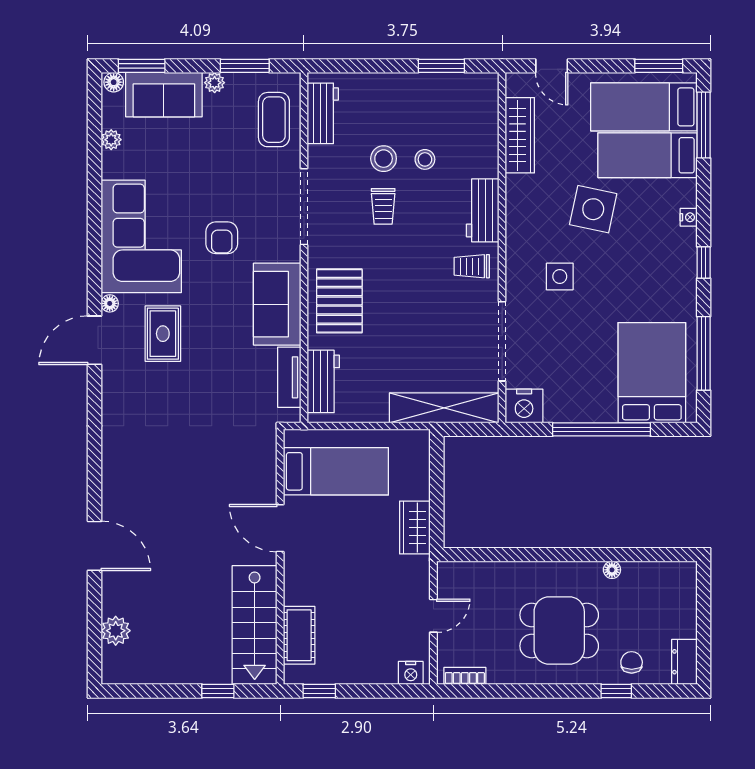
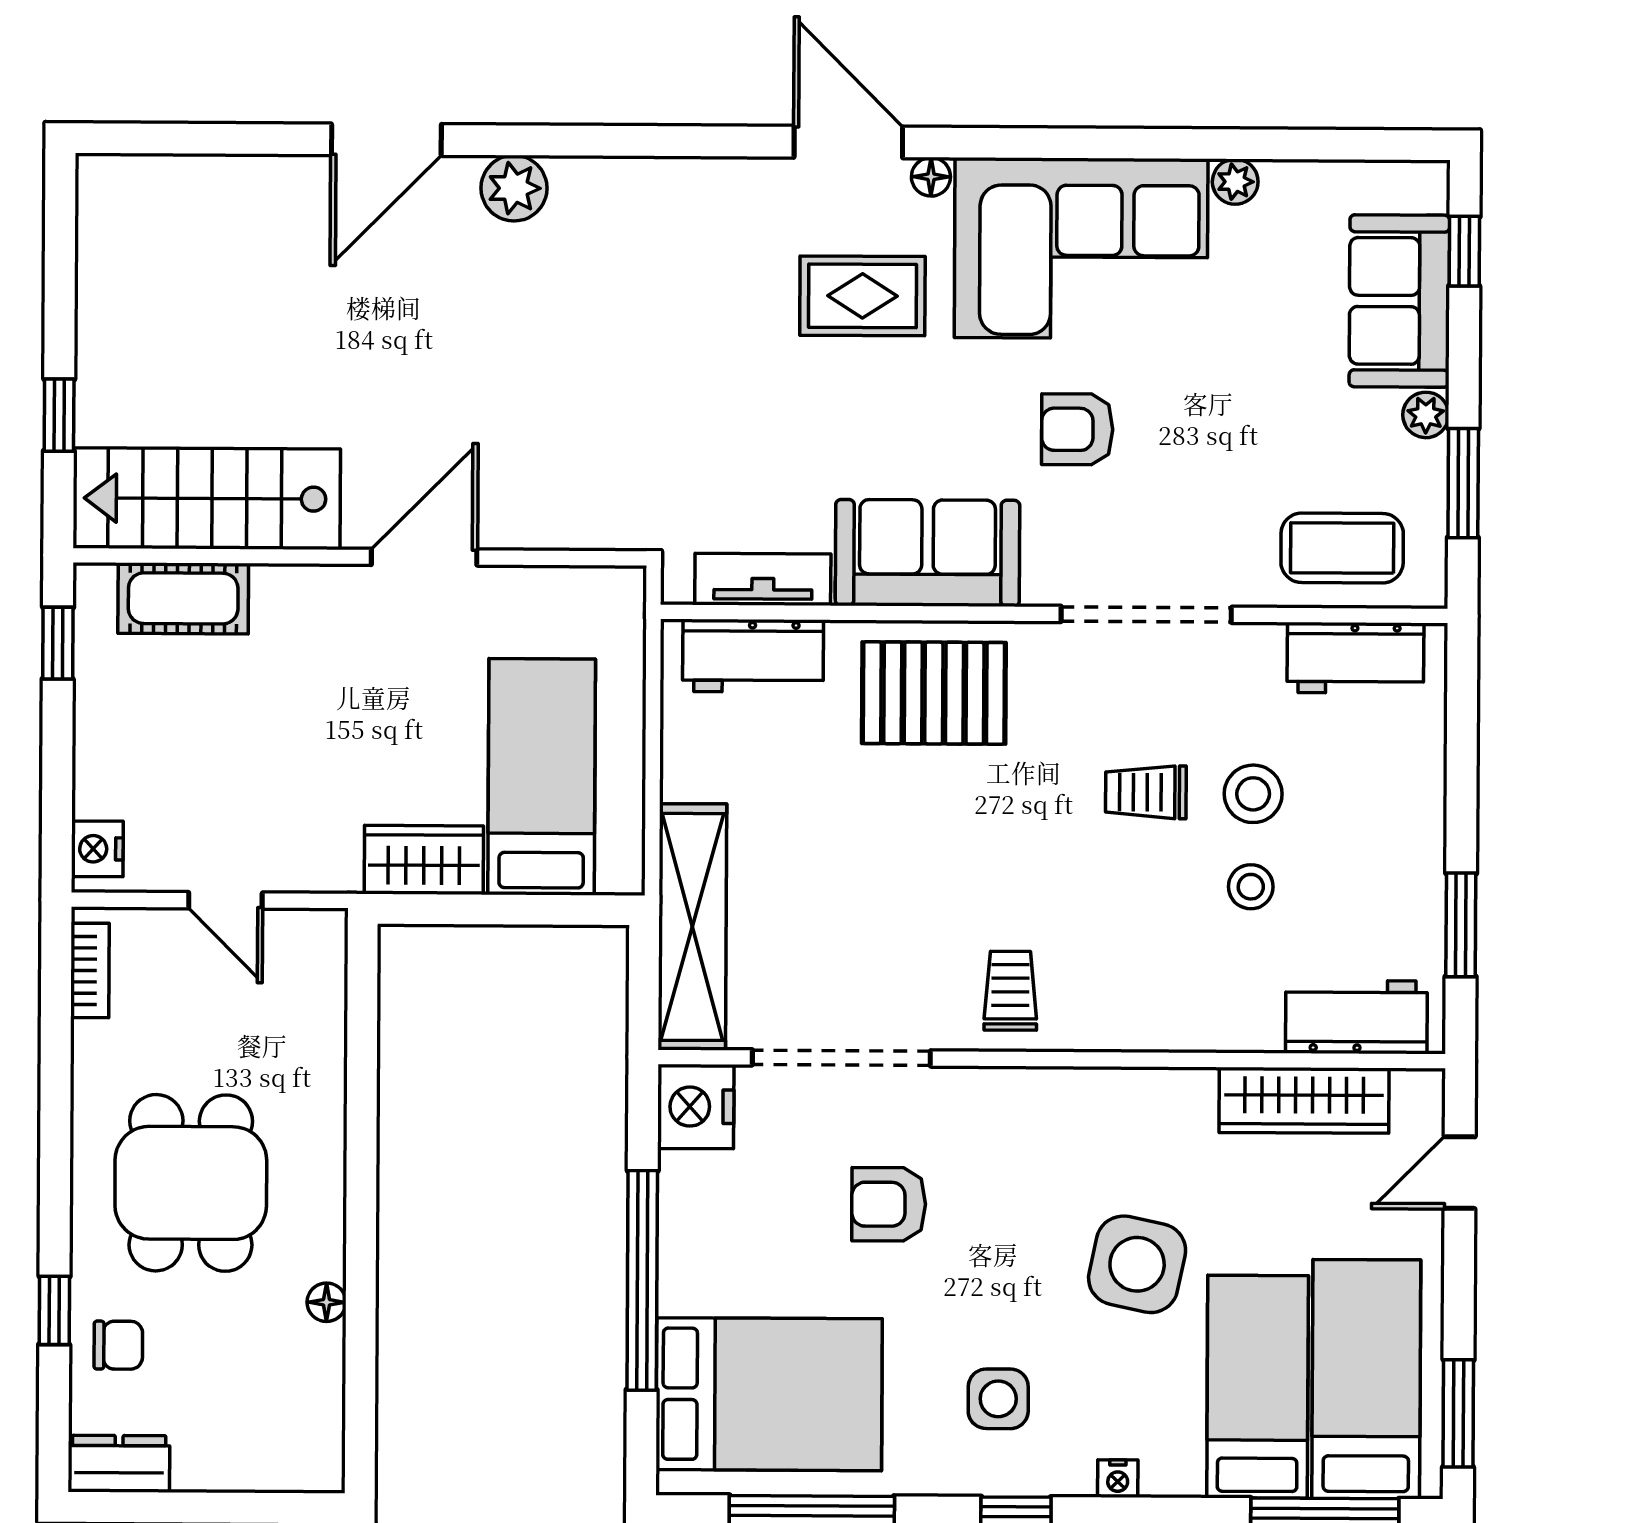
window: (142, 66) -> (1464, 251), width x0.67
floor lamp: (114, 82) -> (1428, 188), removed
plant: (111, 140) -> (1235, 182), moved
workbench: (483, 210) -> (1356, 1017), moved
side table: (560, 276) -> (998, 1399), moved
armchair: (567, 320) -> (889, 1204), added
bed: (336, 471) -> (542, 777), moved, turned 180
plant: (116, 631) -> (514, 188), moved

